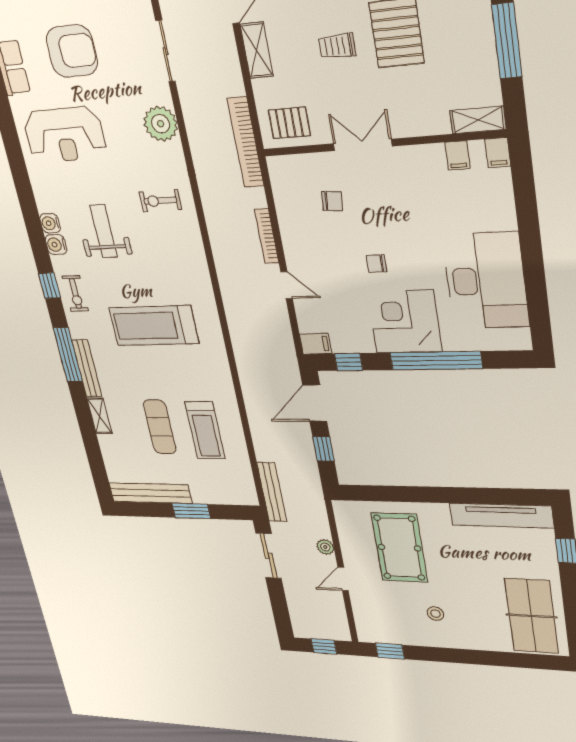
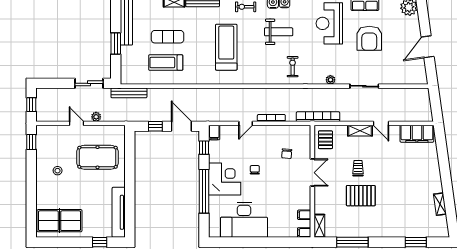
plant: (161, 124) -> (330, 80), width x0.53, depth x0.53

